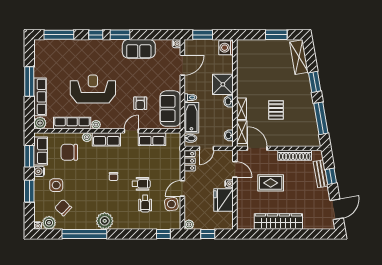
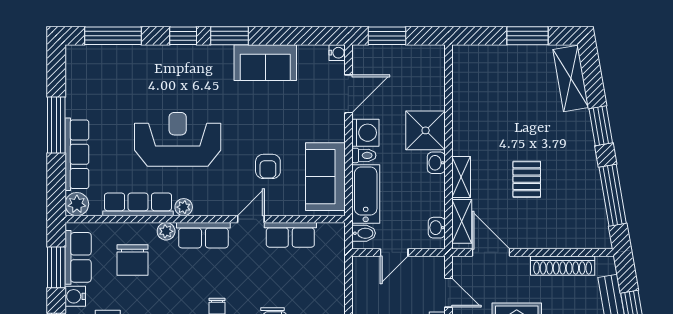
washing machine: (226, 48) -> (365, 133), moved, turned 180
chair: (69, 152) -> (132, 260), turned -90
locker: (190, 161) -> (362, 276), removed

